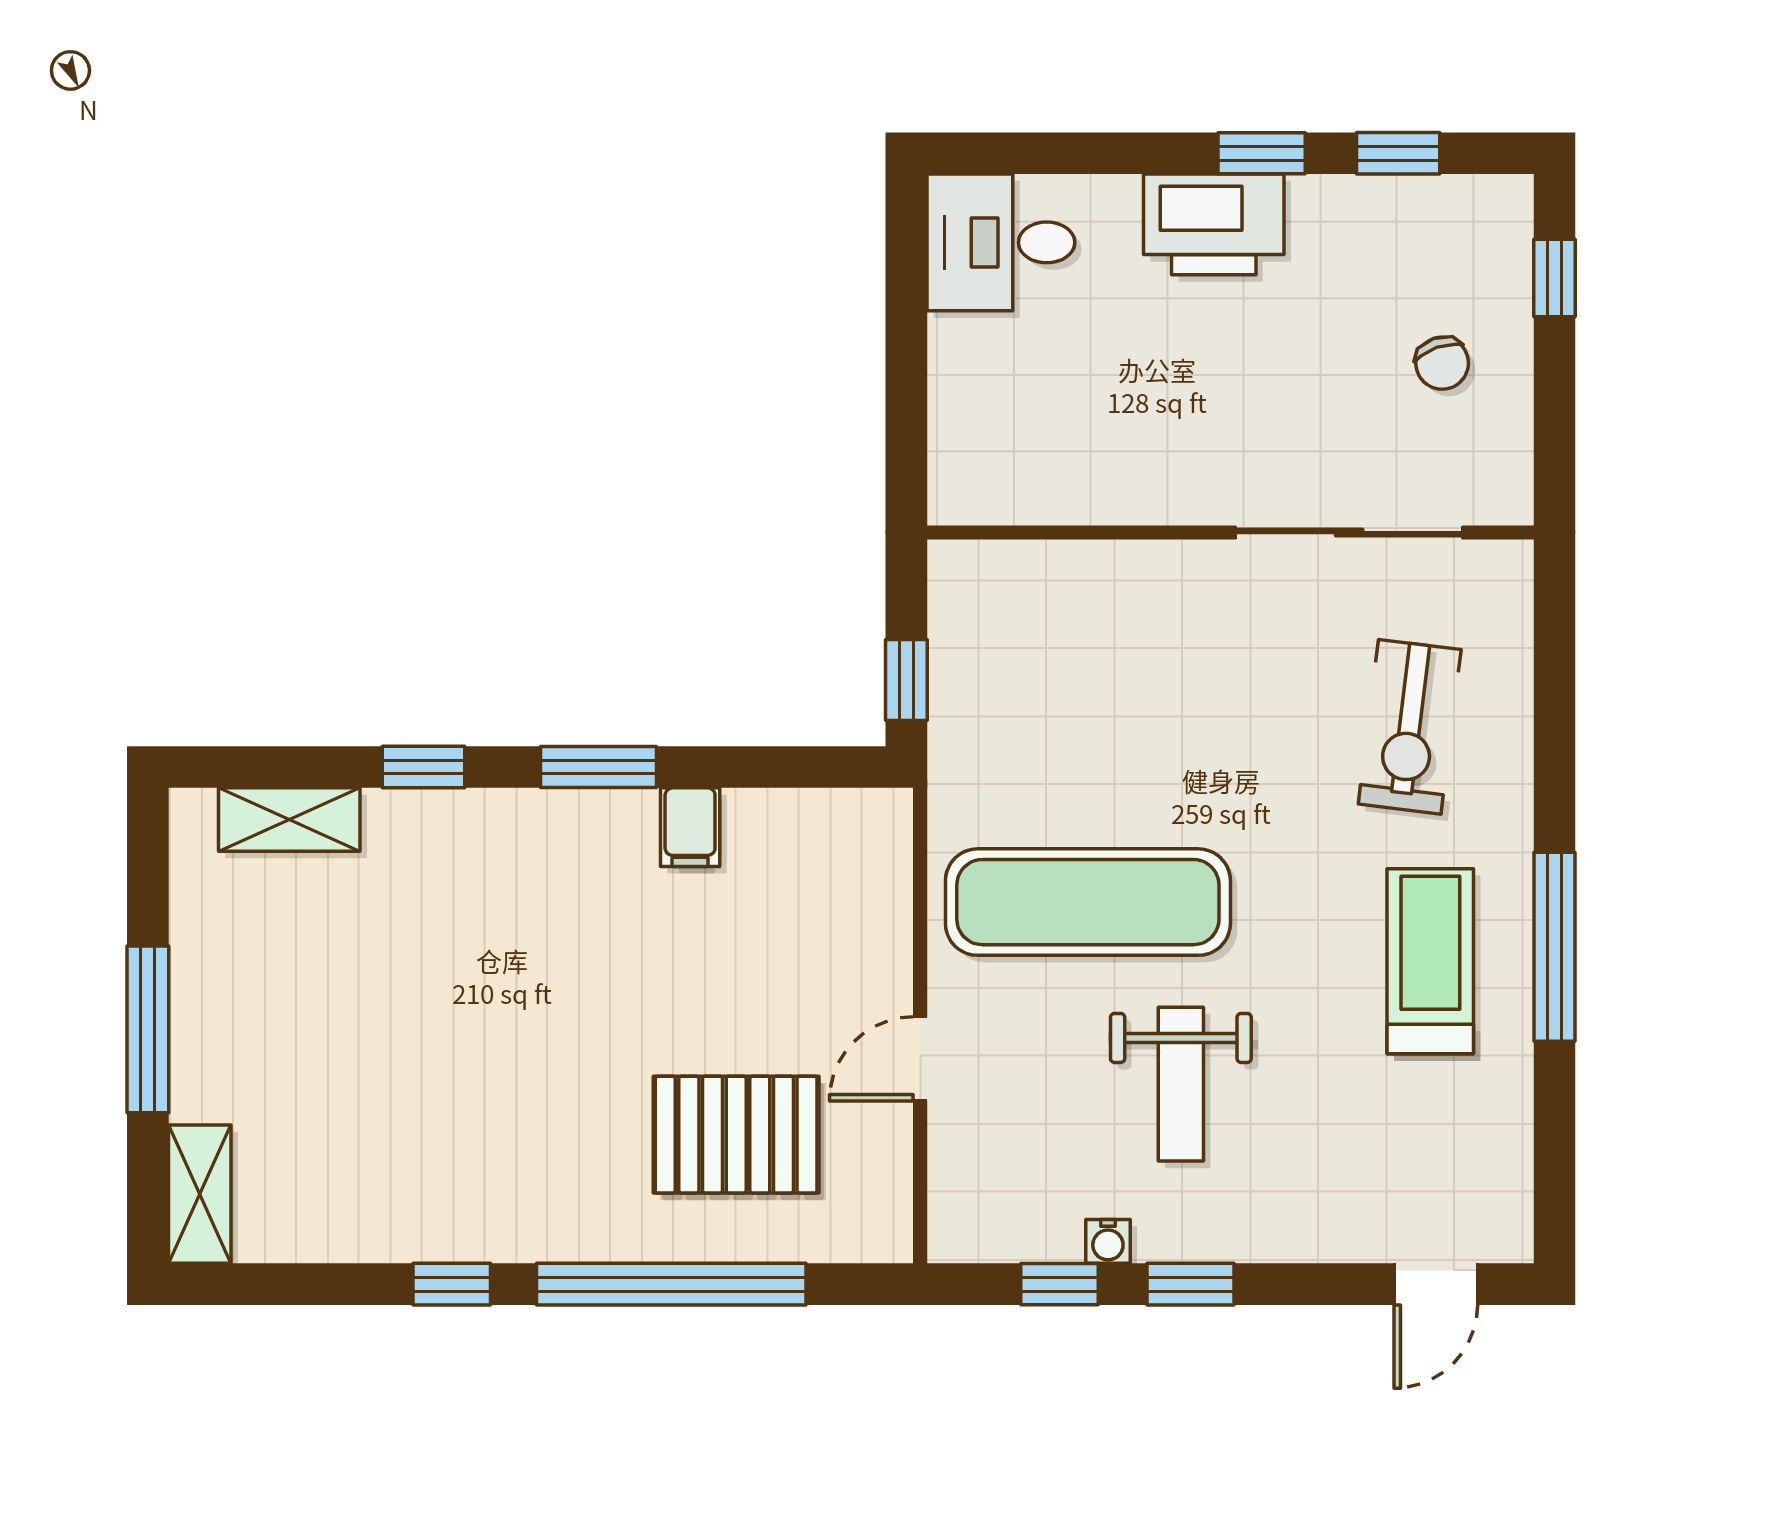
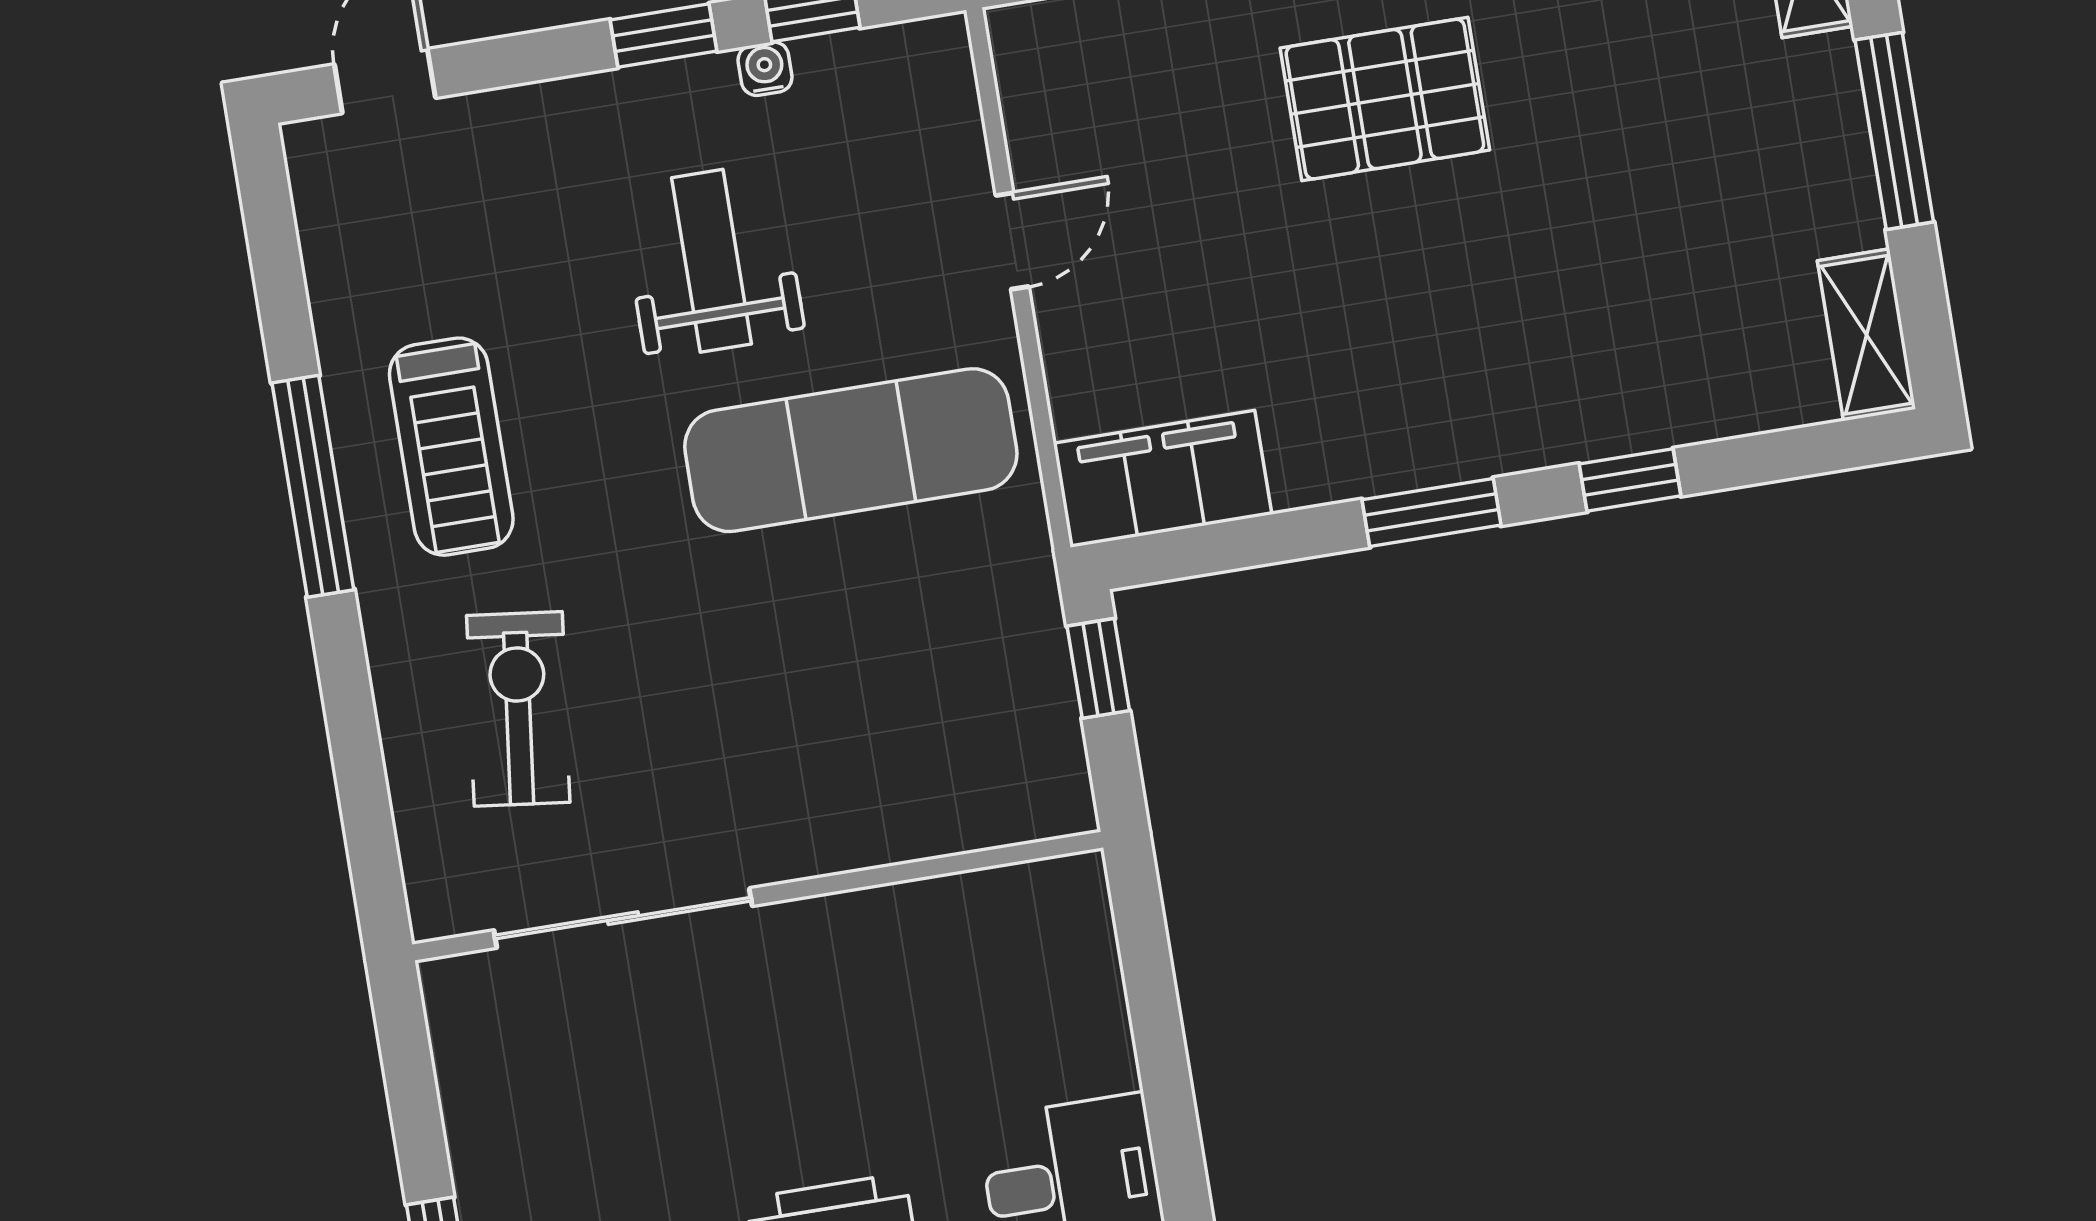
chair: (1442, 363) -> (549, 1128), removed
shelving: (289, 819) -> (1866, 335), moved, turned 90
filing cabinet: (690, 827) -> (1163, 479), moved, width x3.00, depth x1.17
pallet: (736, 1135) -> (1385, 99), moved

